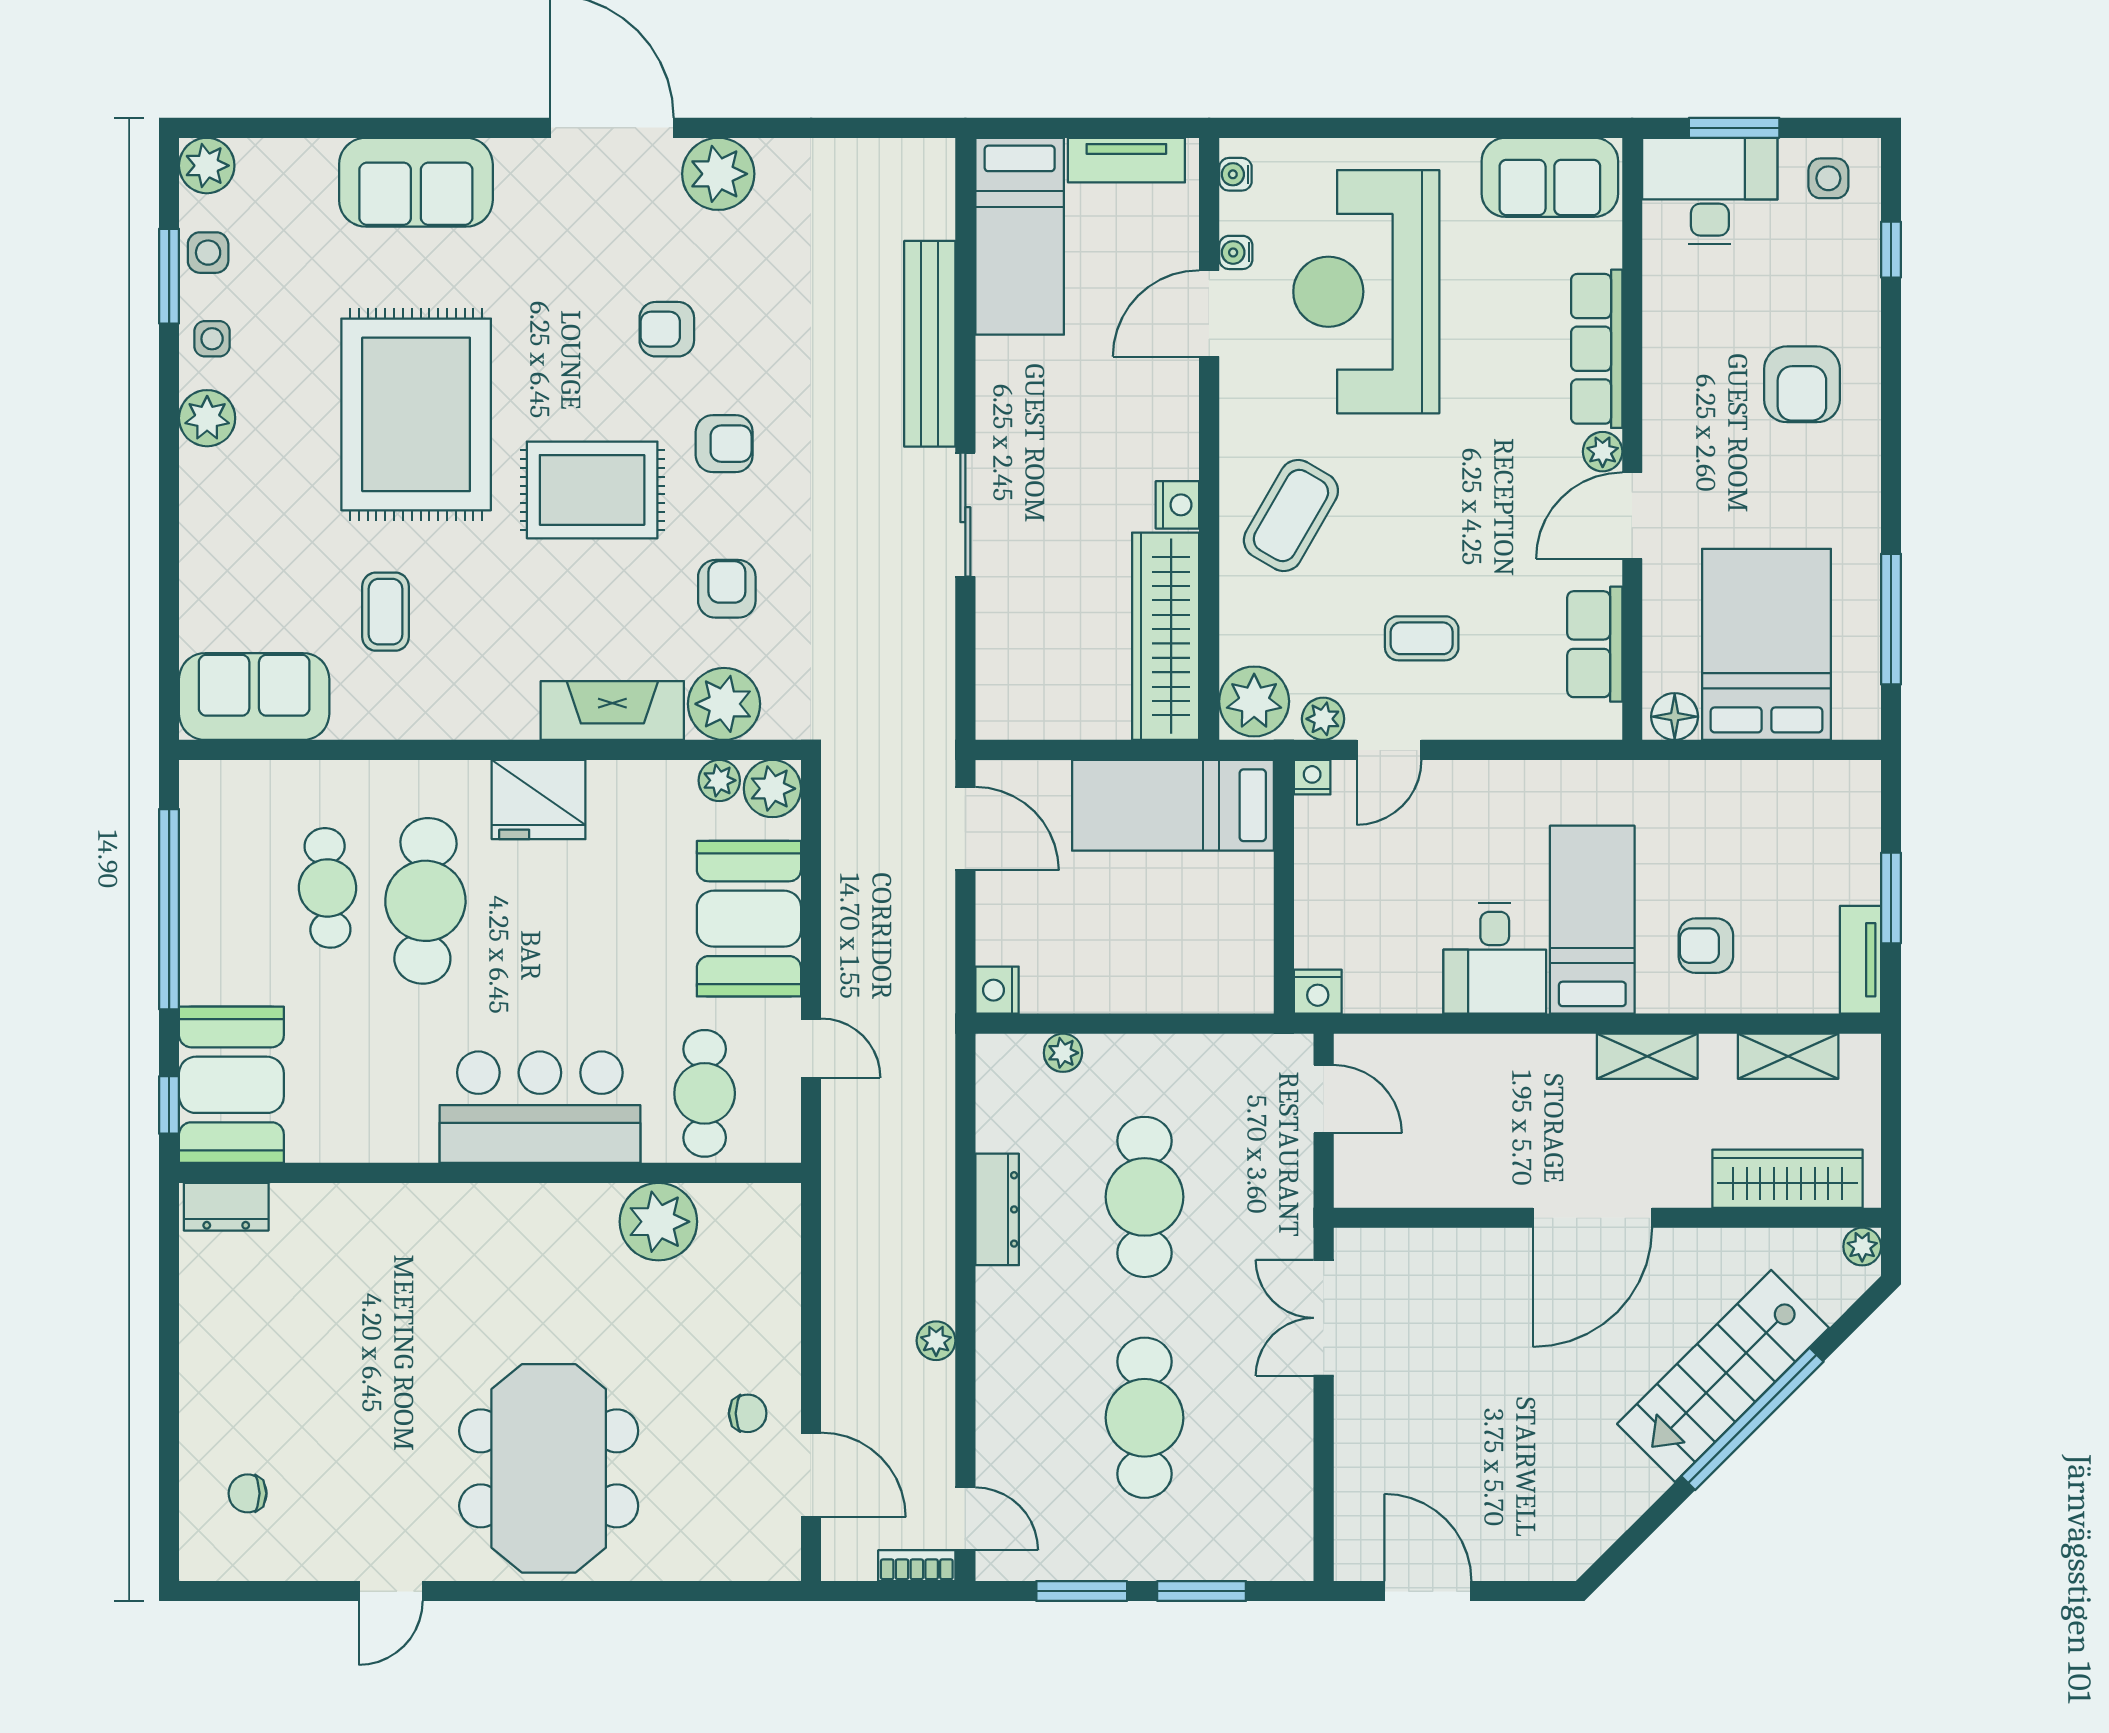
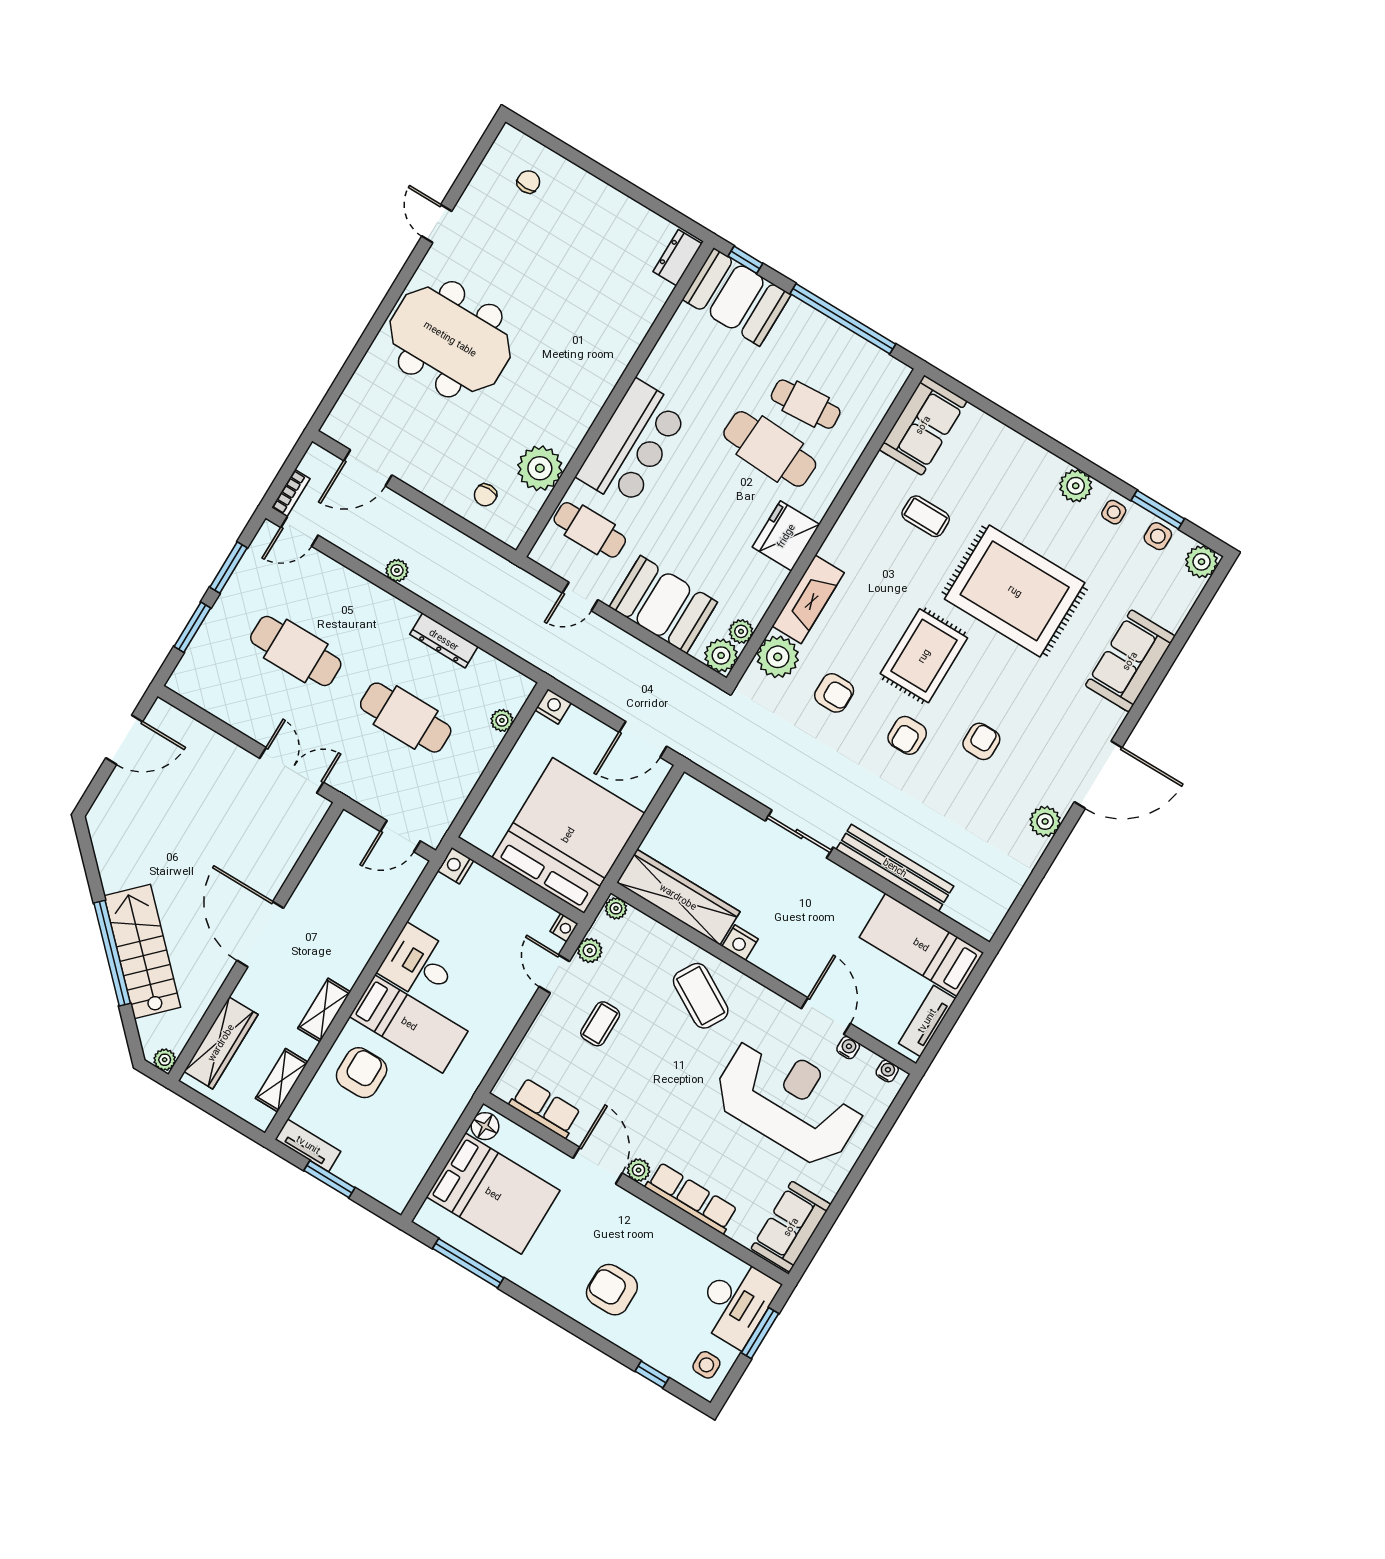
plant: (718, 174) -> (1045, 821), width x0.73, depth x0.73
plant: (1254, 701) -> (616, 908), width x0.53, depth x0.53
bed: (1173, 805) -> (568, 835), width x2.04
armchair: (1706, 946) -> (362, 1073), width x1.38, depth x1.38
chair: (748, 1413) -> (485, 495), moved

